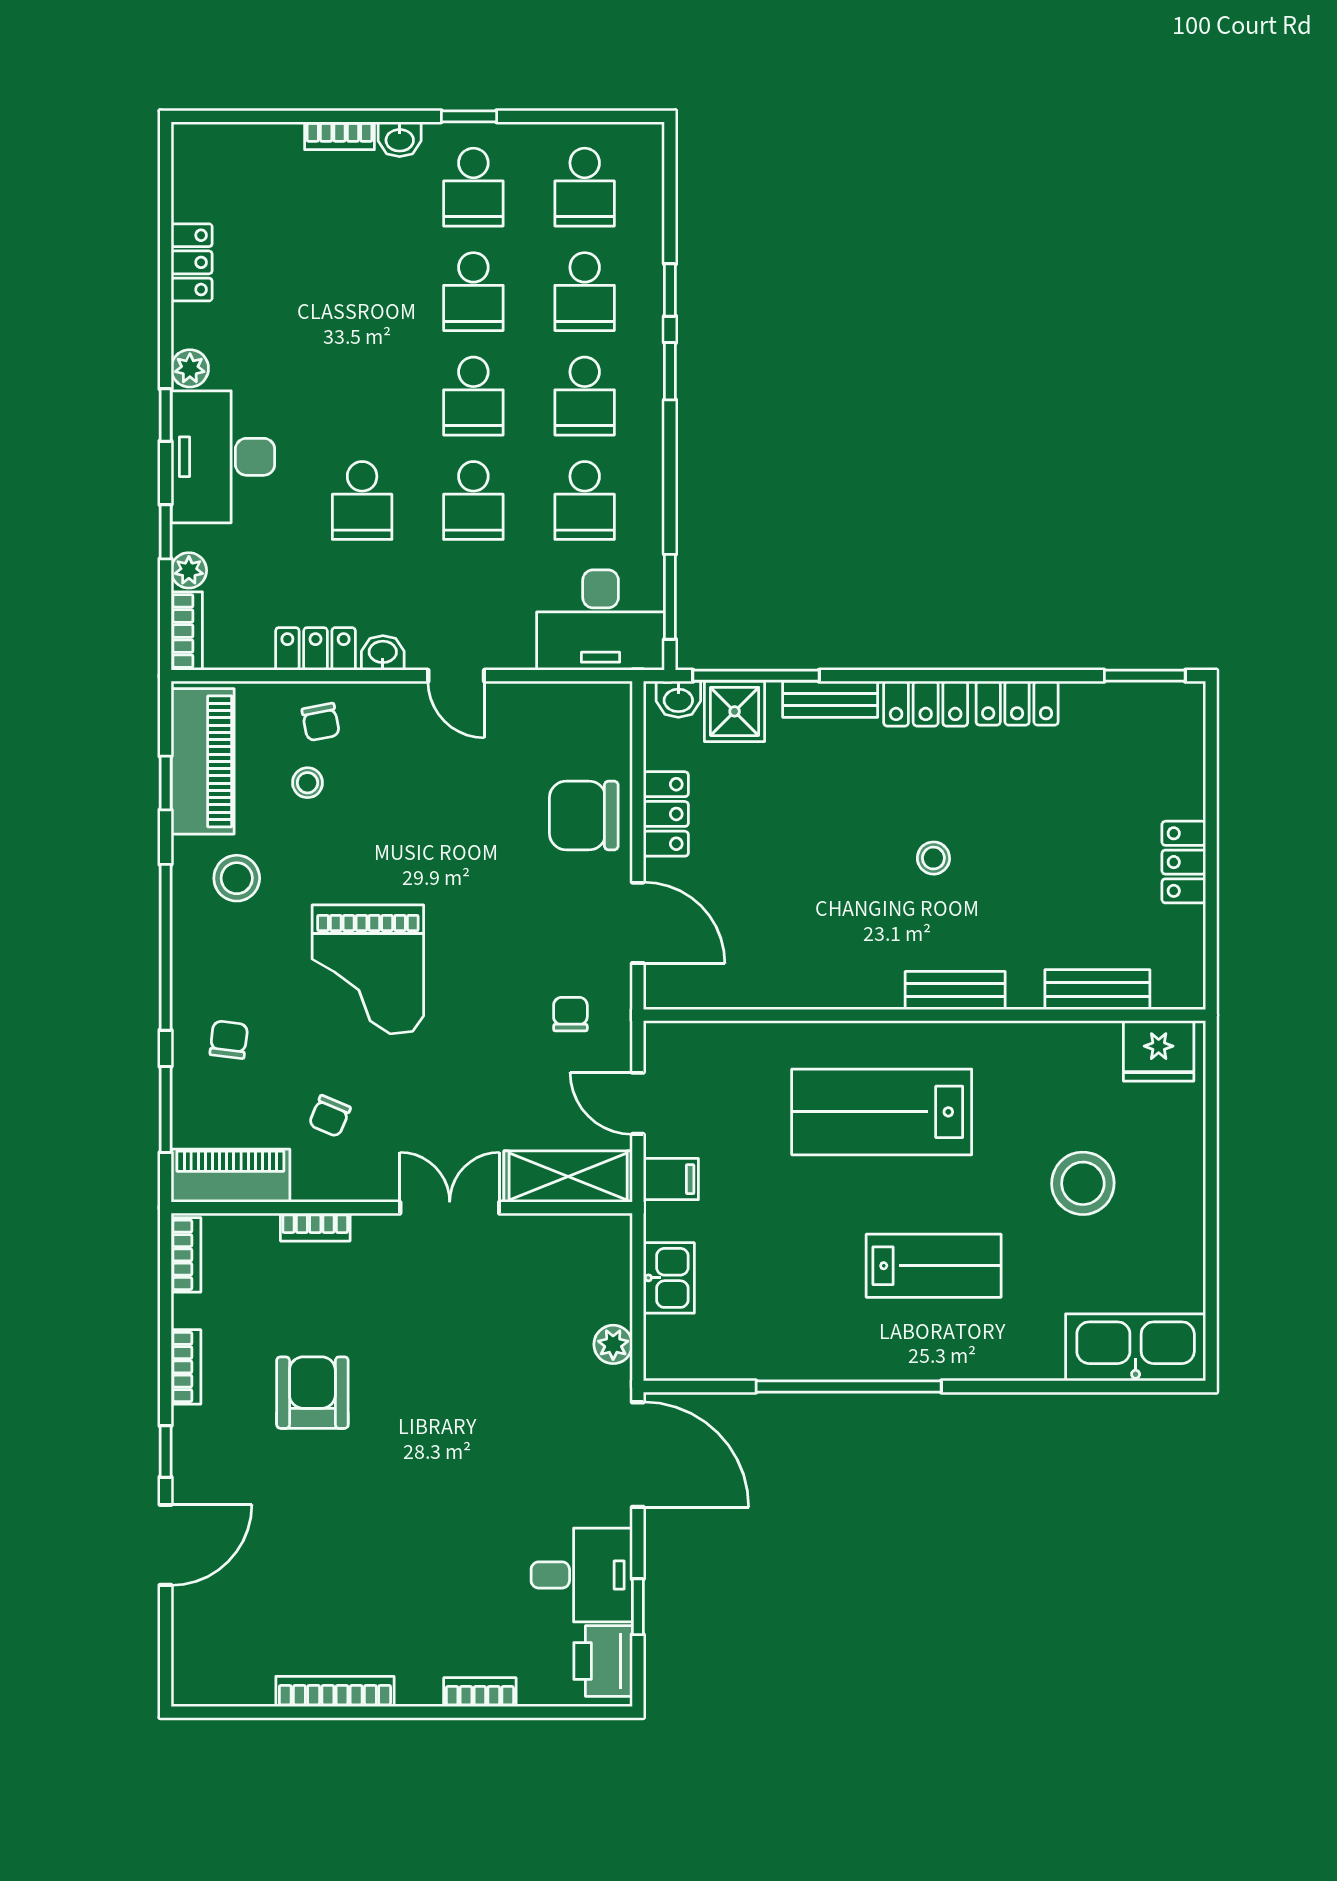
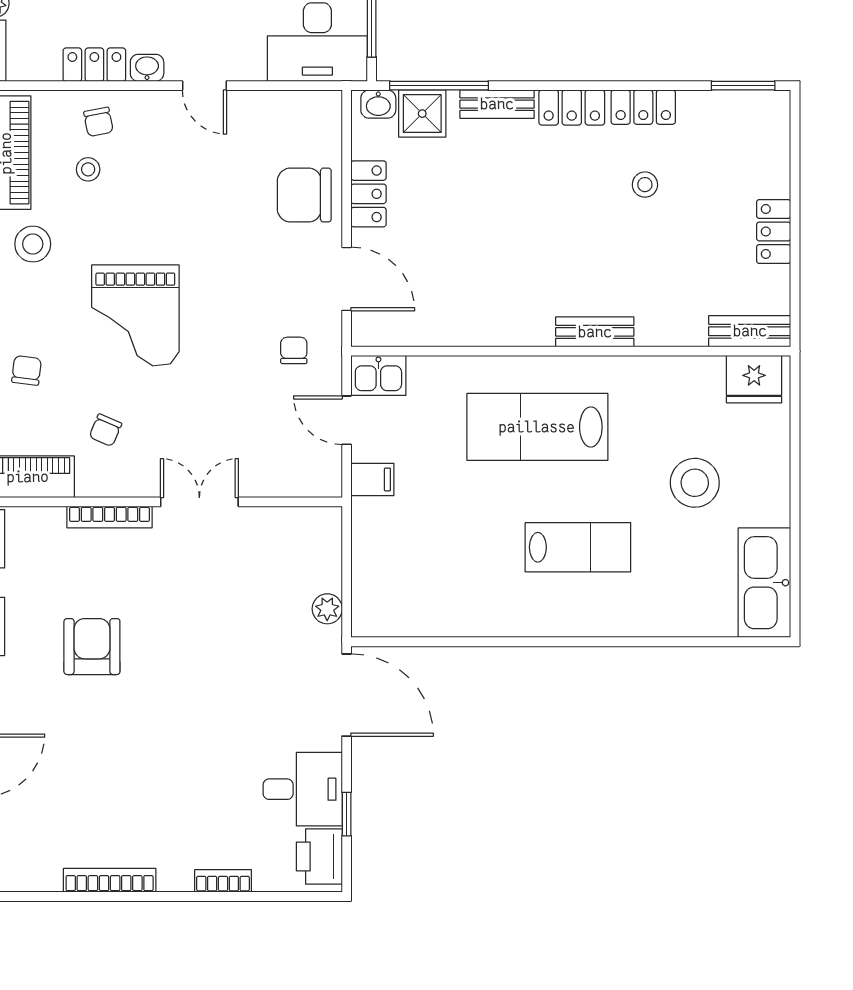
stool: (933, 858) -> (645, 185), moved
bench: (1097, 990) -> (750, 331), moved
shelving: (568, 1176) -> (292, 477), removed
bookcase: (315, 1227) -> (109, 517), width x1.56
kitchen sink: (669, 1278) -> (378, 375), moved, turned 90
kitchen sink: (1136, 1347) -> (764, 583), moved, turned -90
window: (849, 1387) -> (511, 642), removed

